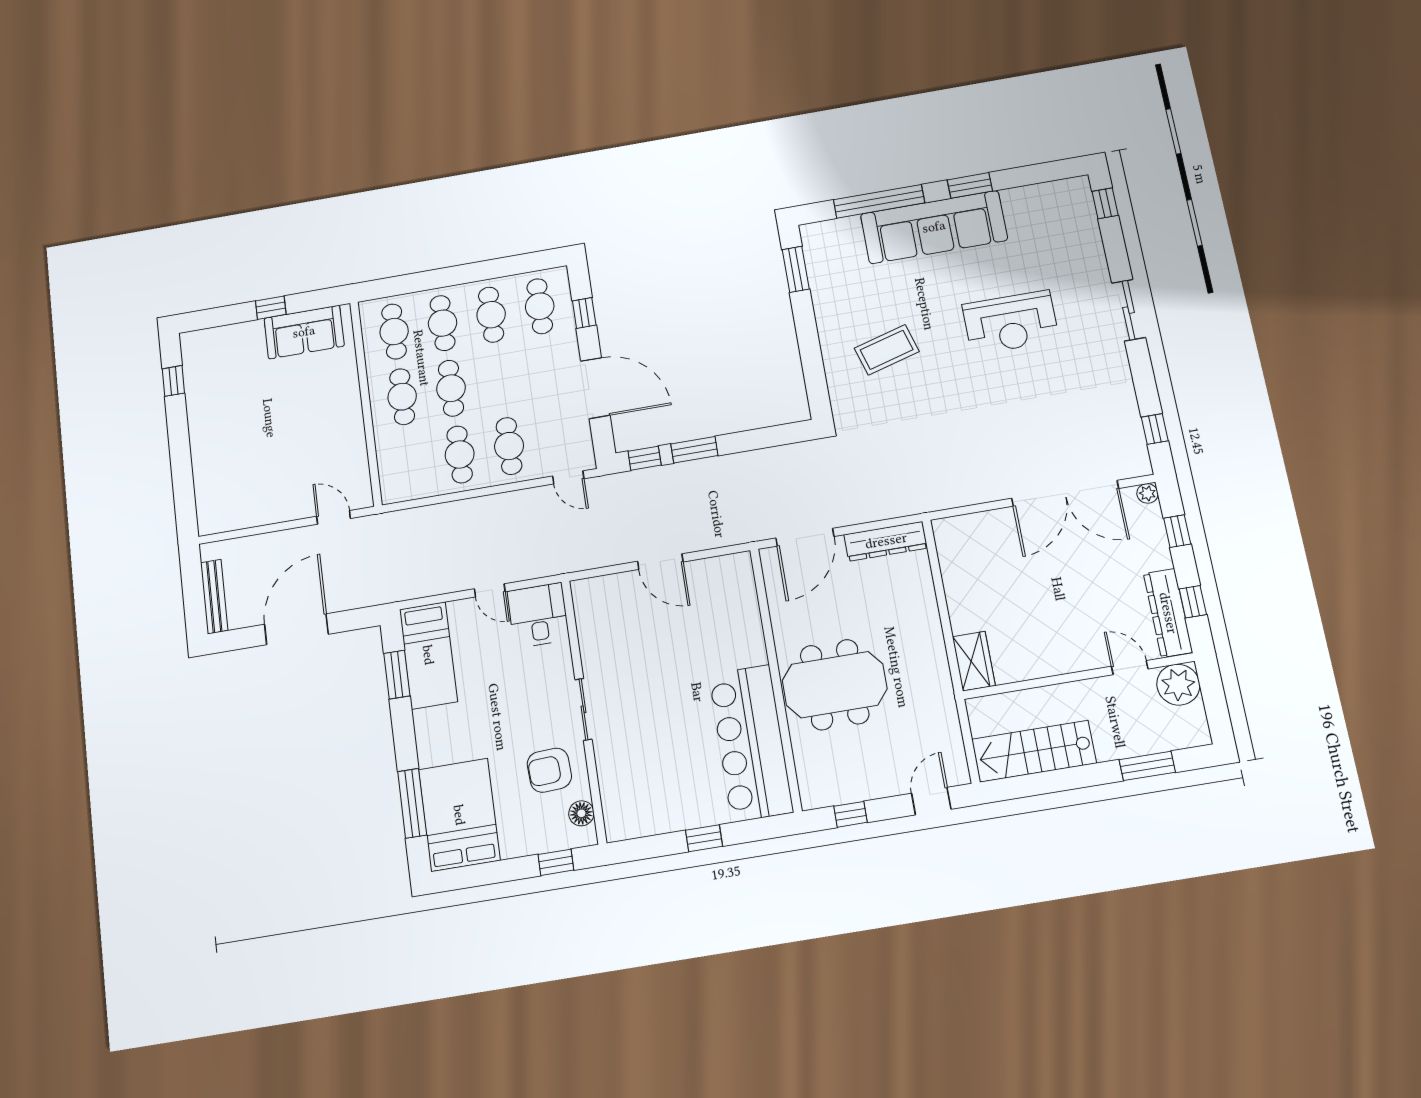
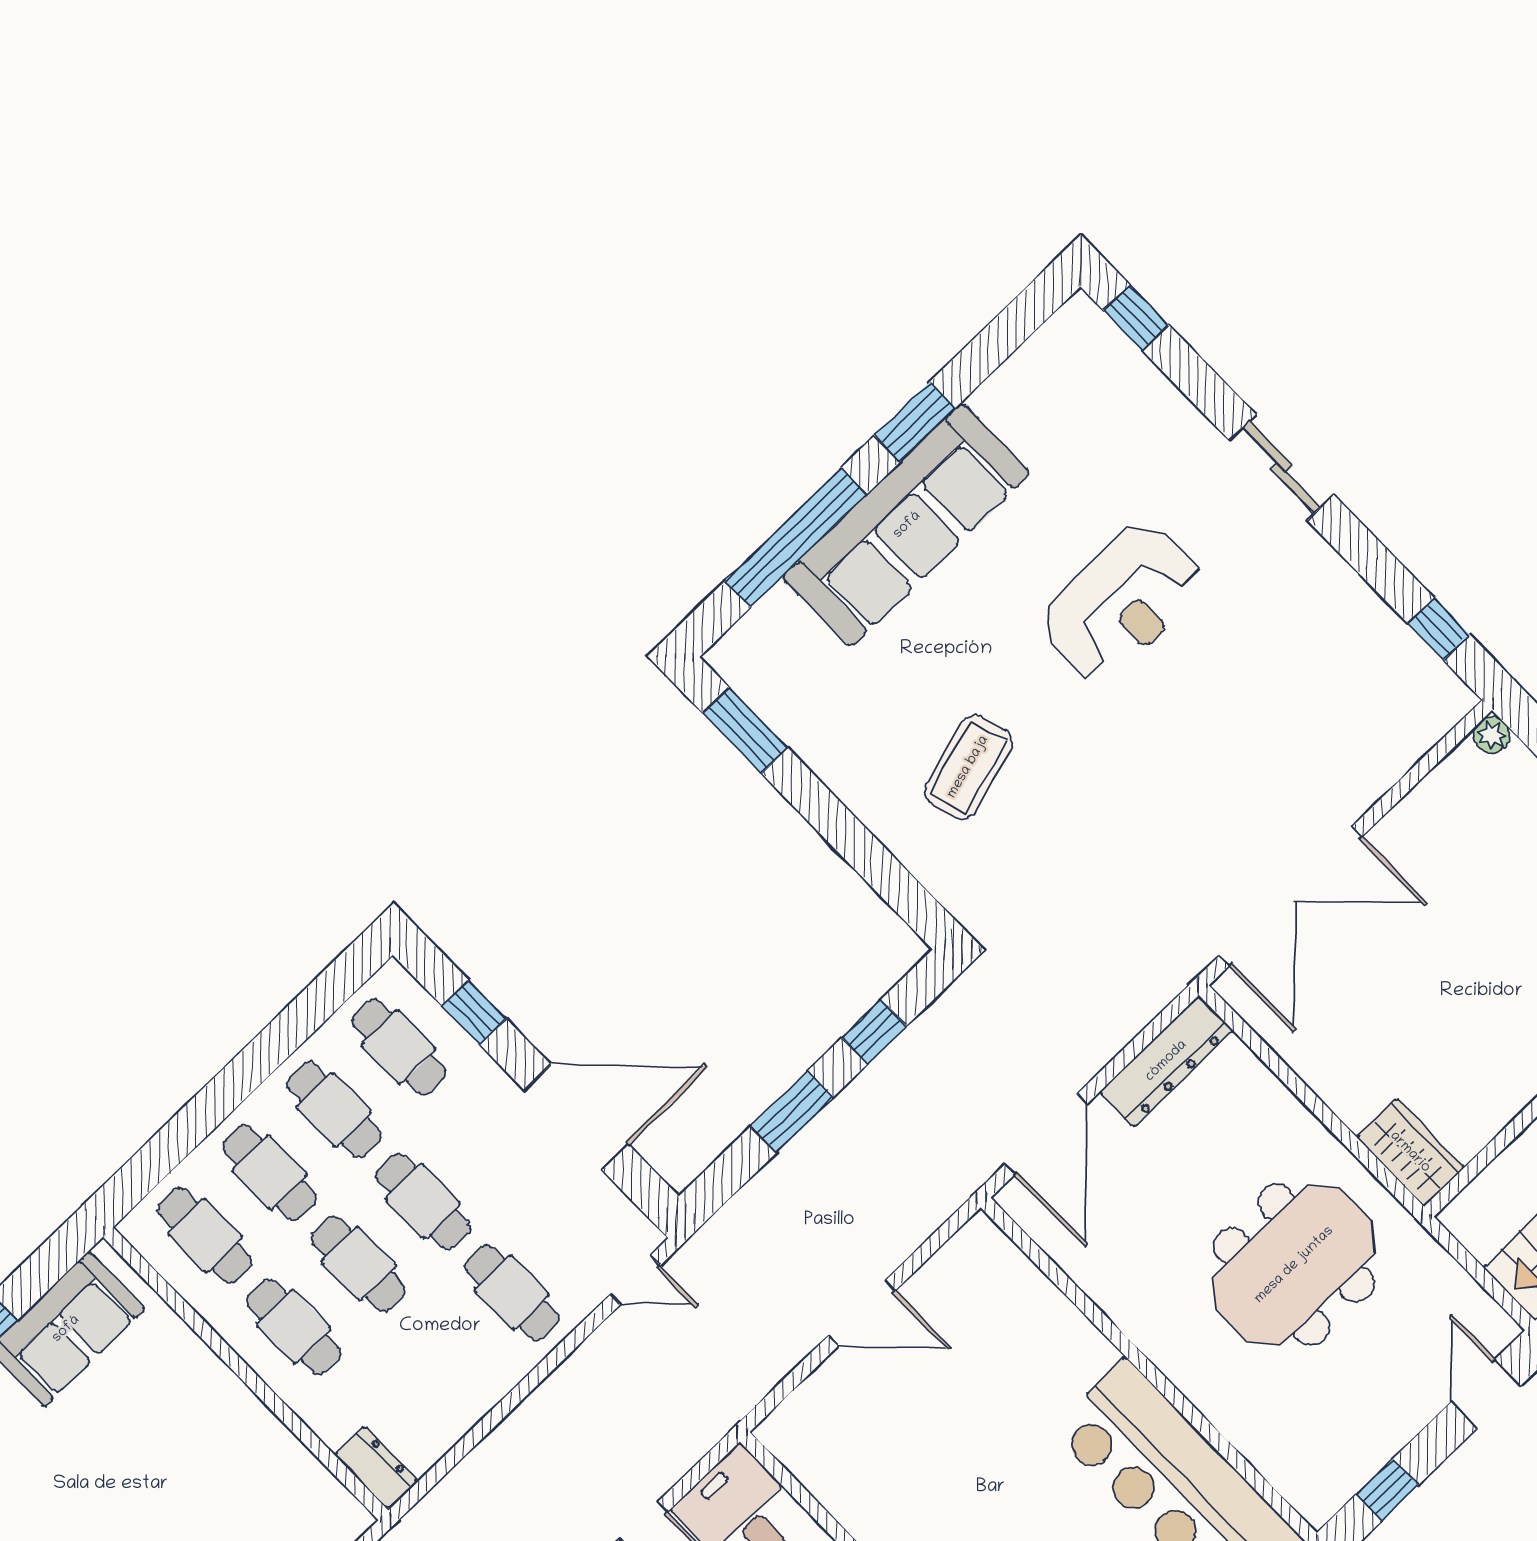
cafe table: (460, 454) -> (423, 1201), moved
window: (645, 458) -> (874, 1032), moved
dresser: (391, 483) -> (376, 1468), added
double door: (1065, 493) -> (1291, 896), moved
meeting table: (835, 685) -> (1294, 1265), moved

